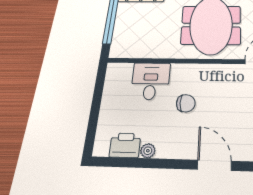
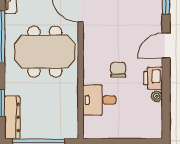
printer: (125, 145) -> (153, 78), moved

